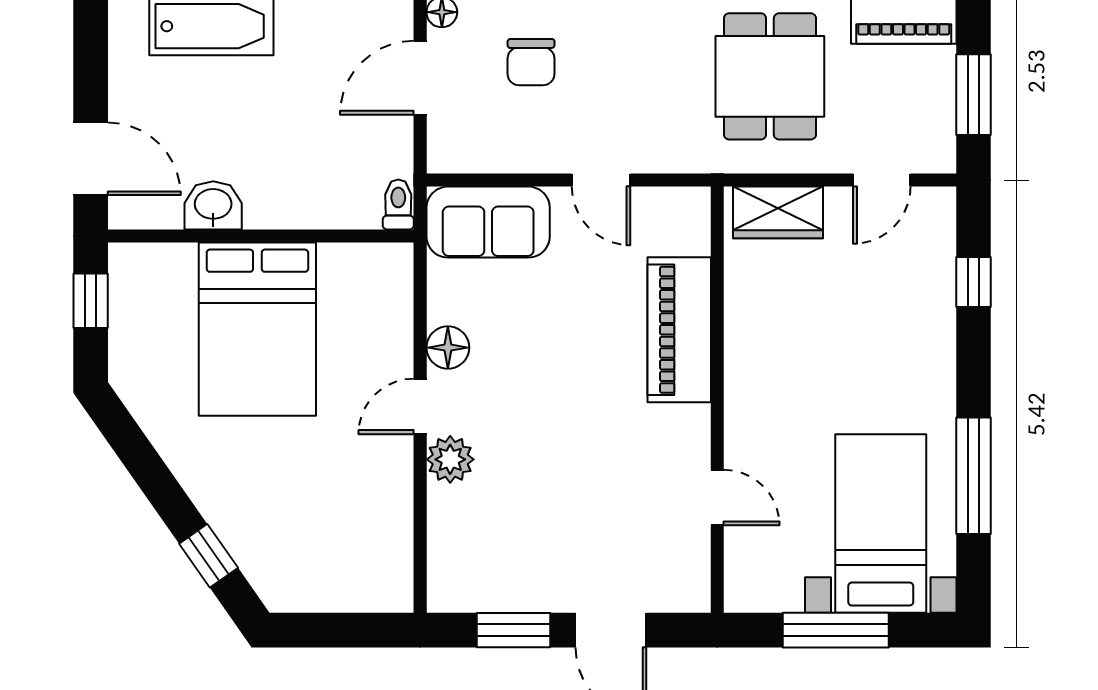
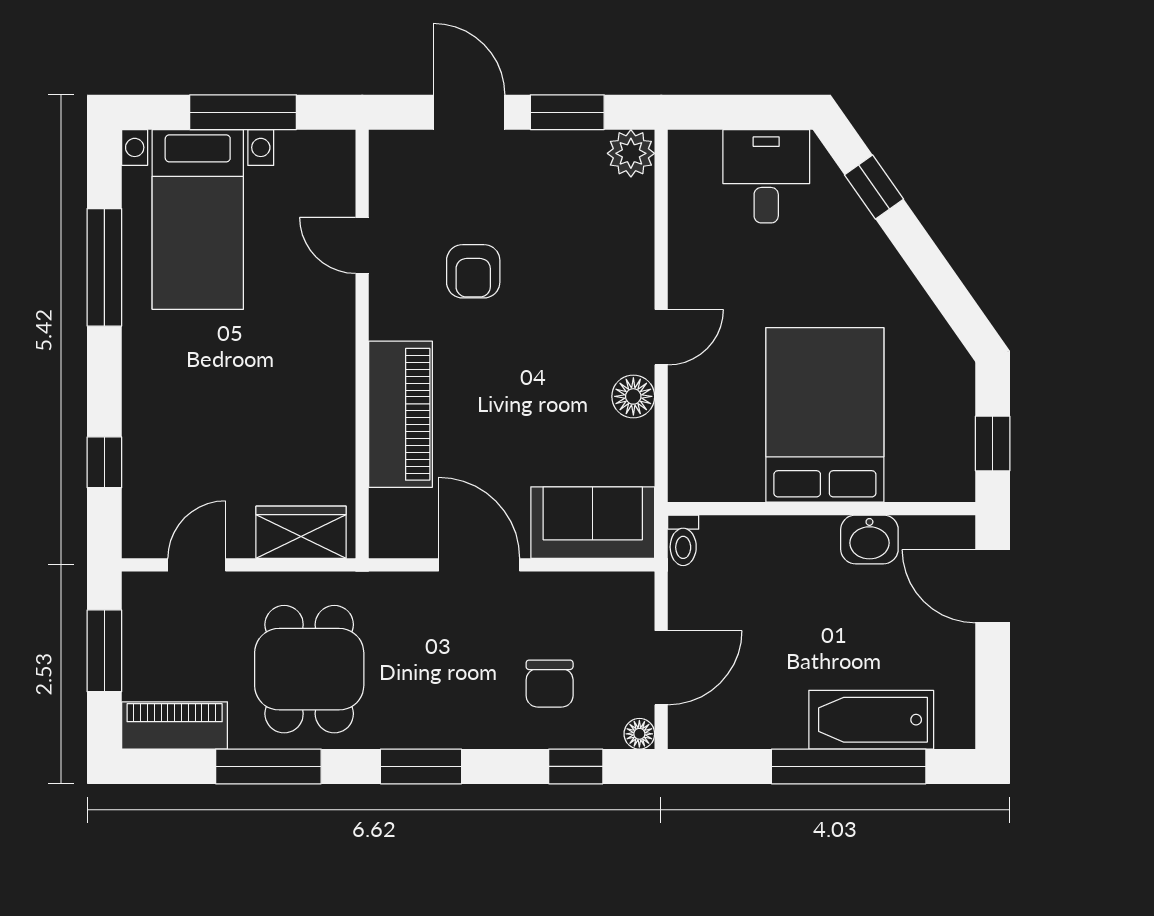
chair: (531, 62) -> (550, 684), turned 180
door: (601, 180) -> (479, 565), width x1.38
plant: (450, 459) -> (631, 153), moved
armchair: (607, 472) -> (473, 271), added
desk: (316, 566) -> (766, 176), added

